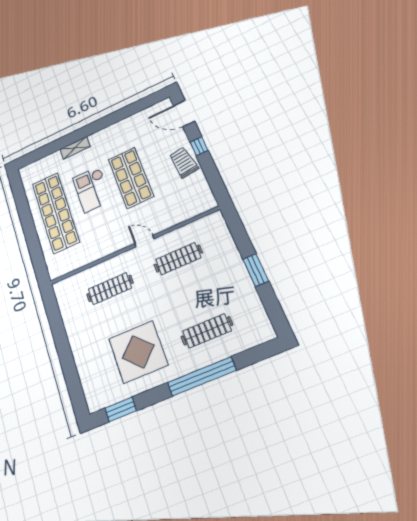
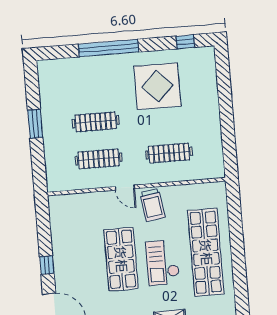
trolley: (183, 162) -> (152, 205), moved
checkout: (92, 189) -> (163, 263), turned 180
clothes rail: (207, 331) -> (96, 122), moved
window: (121, 409) -> (185, 42), width x0.67

